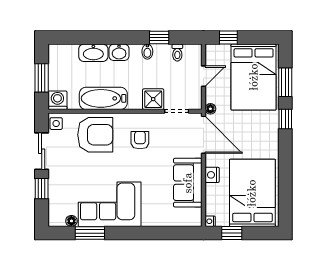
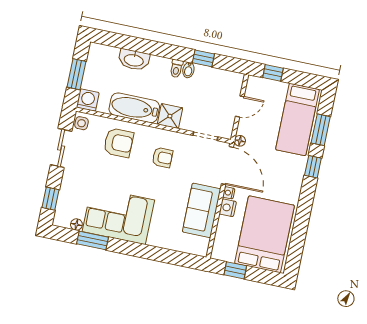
washbasin: (119, 52) -> (160, 65), removed
toilet: (177, 53) -> (176, 68), moved
bed: (254, 77) -> (297, 120), width x0.67
shower: (153, 99) -> (170, 116), moved
armchair: (95, 135) -> (119, 143), width x0.73, depth x0.73
armchair: (140, 140) -> (162, 157), turned 90
window: (42, 189) -> (51, 199), moved
nightstand: (210, 221) -> (229, 193), moved

